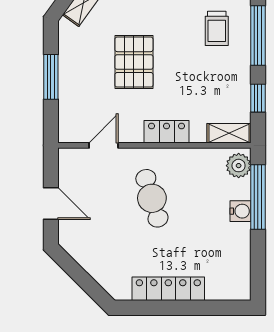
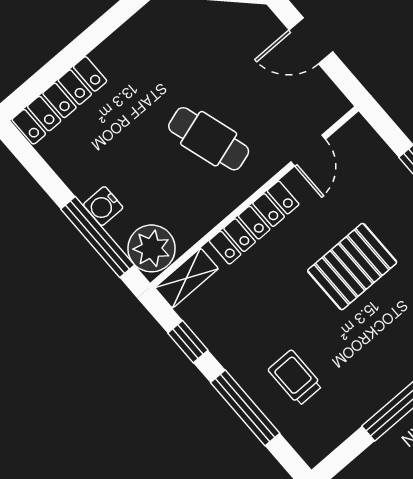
pallet: (134, 62) -> (352, 267), turned 90
locker: (167, 132) -> (254, 223), width x1.53
plant: (239, 166) -> (152, 248), width x1.36, depth x1.36
locker: (168, 289) -> (59, 100), moved

